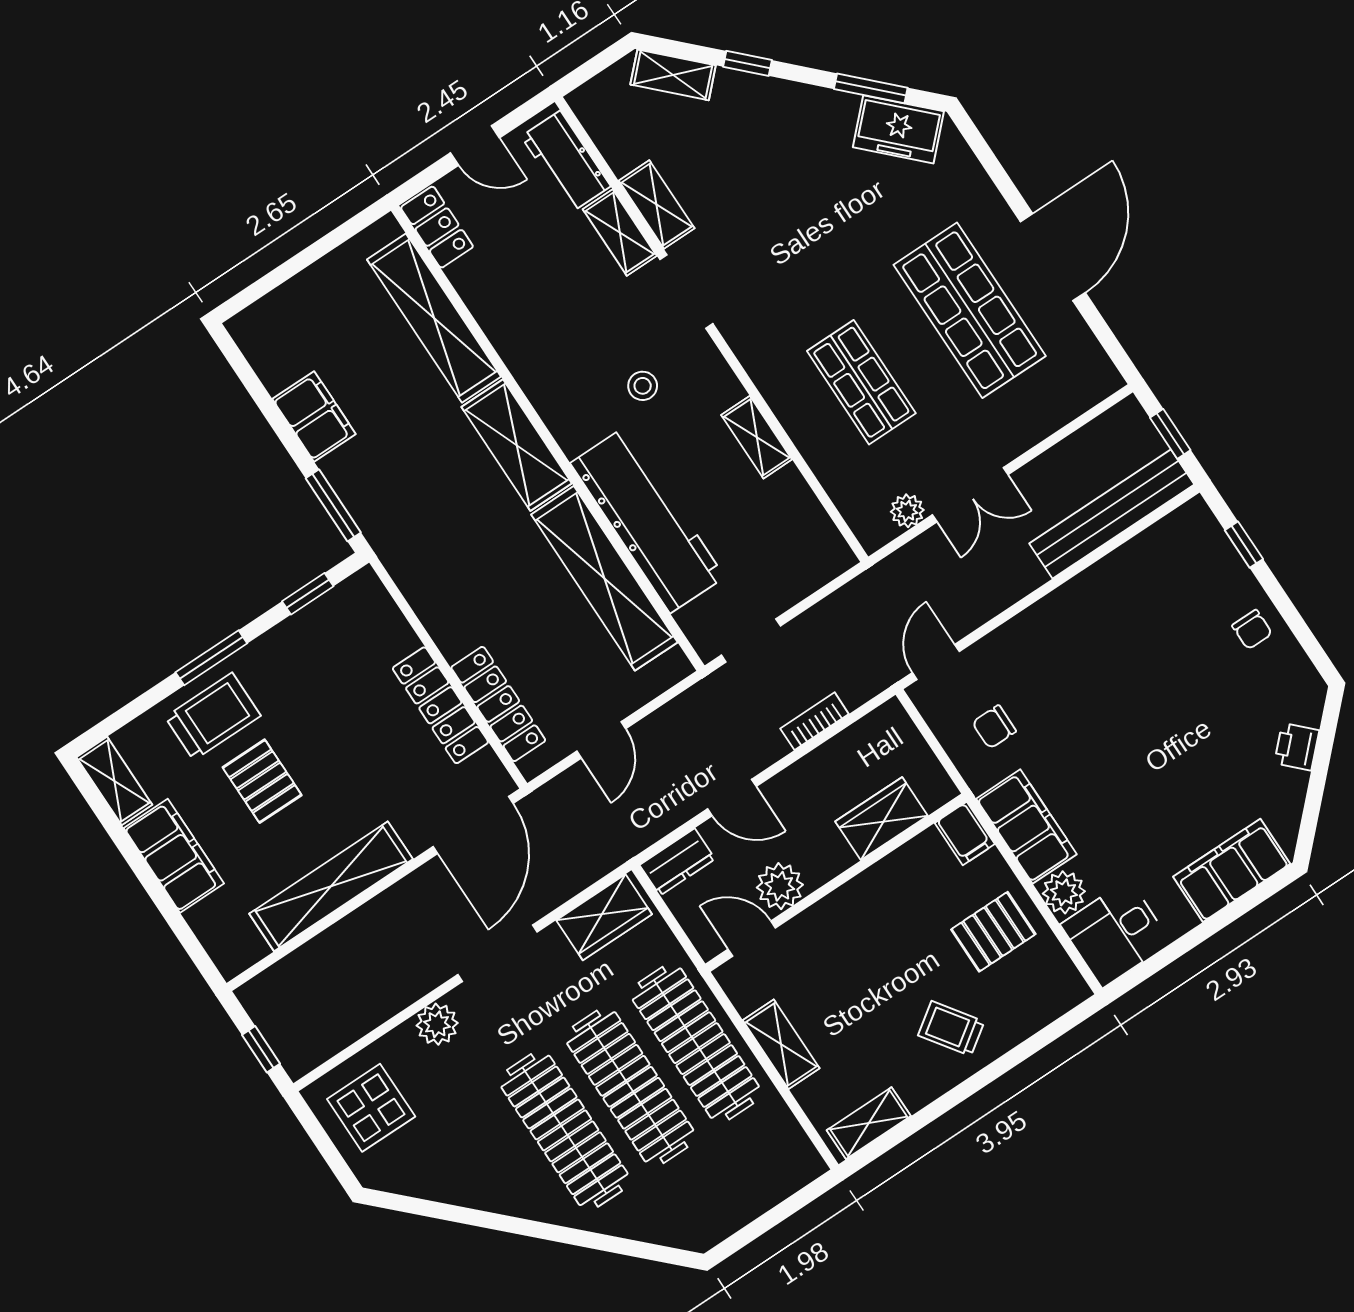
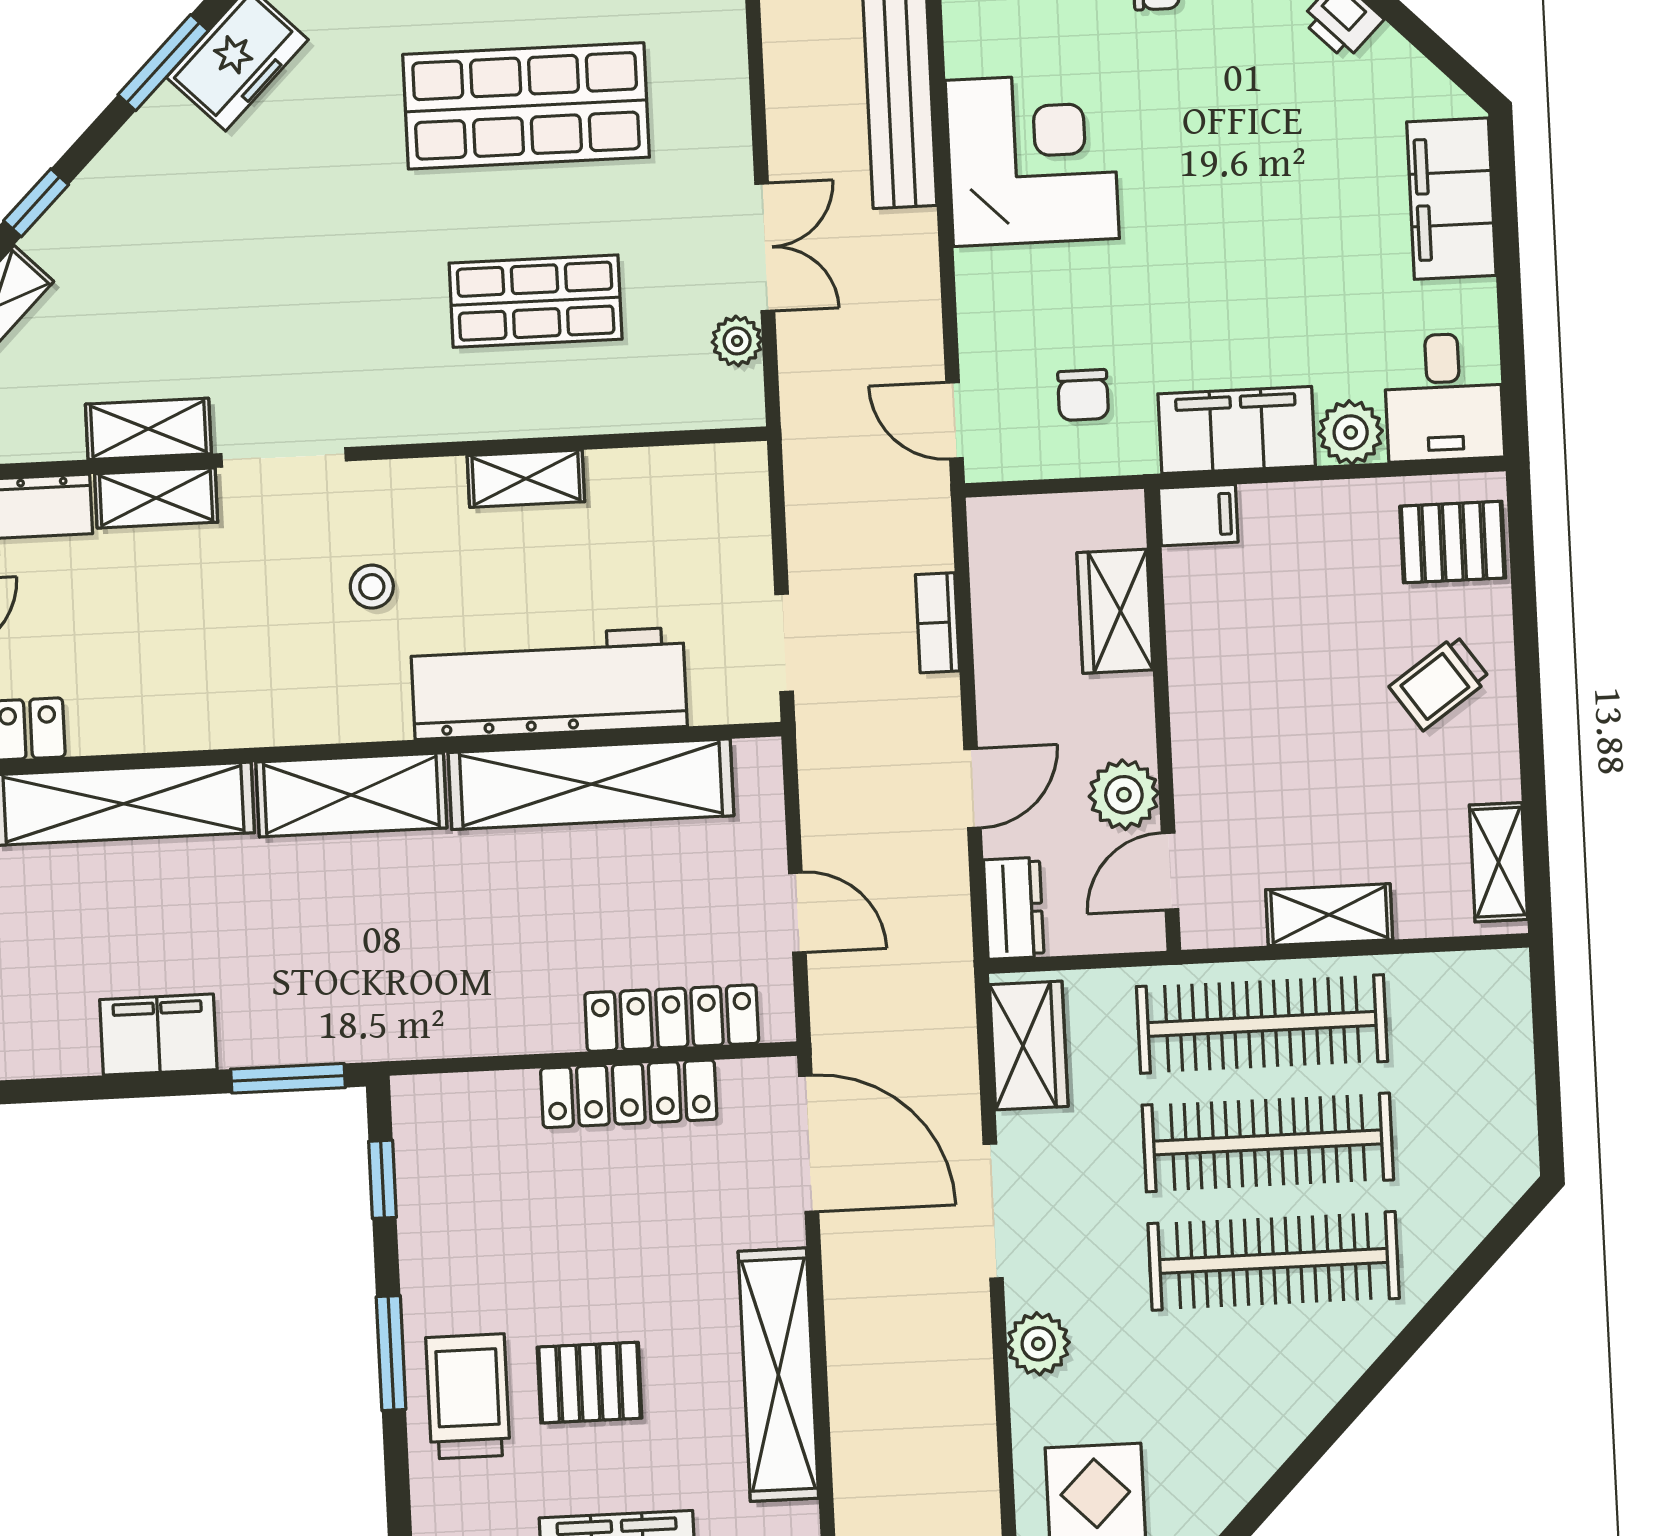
corner desk: (1111, 618) -> (1032, 159), added
pallet: (993, 932) -> (1453, 542), moved, turned 90

